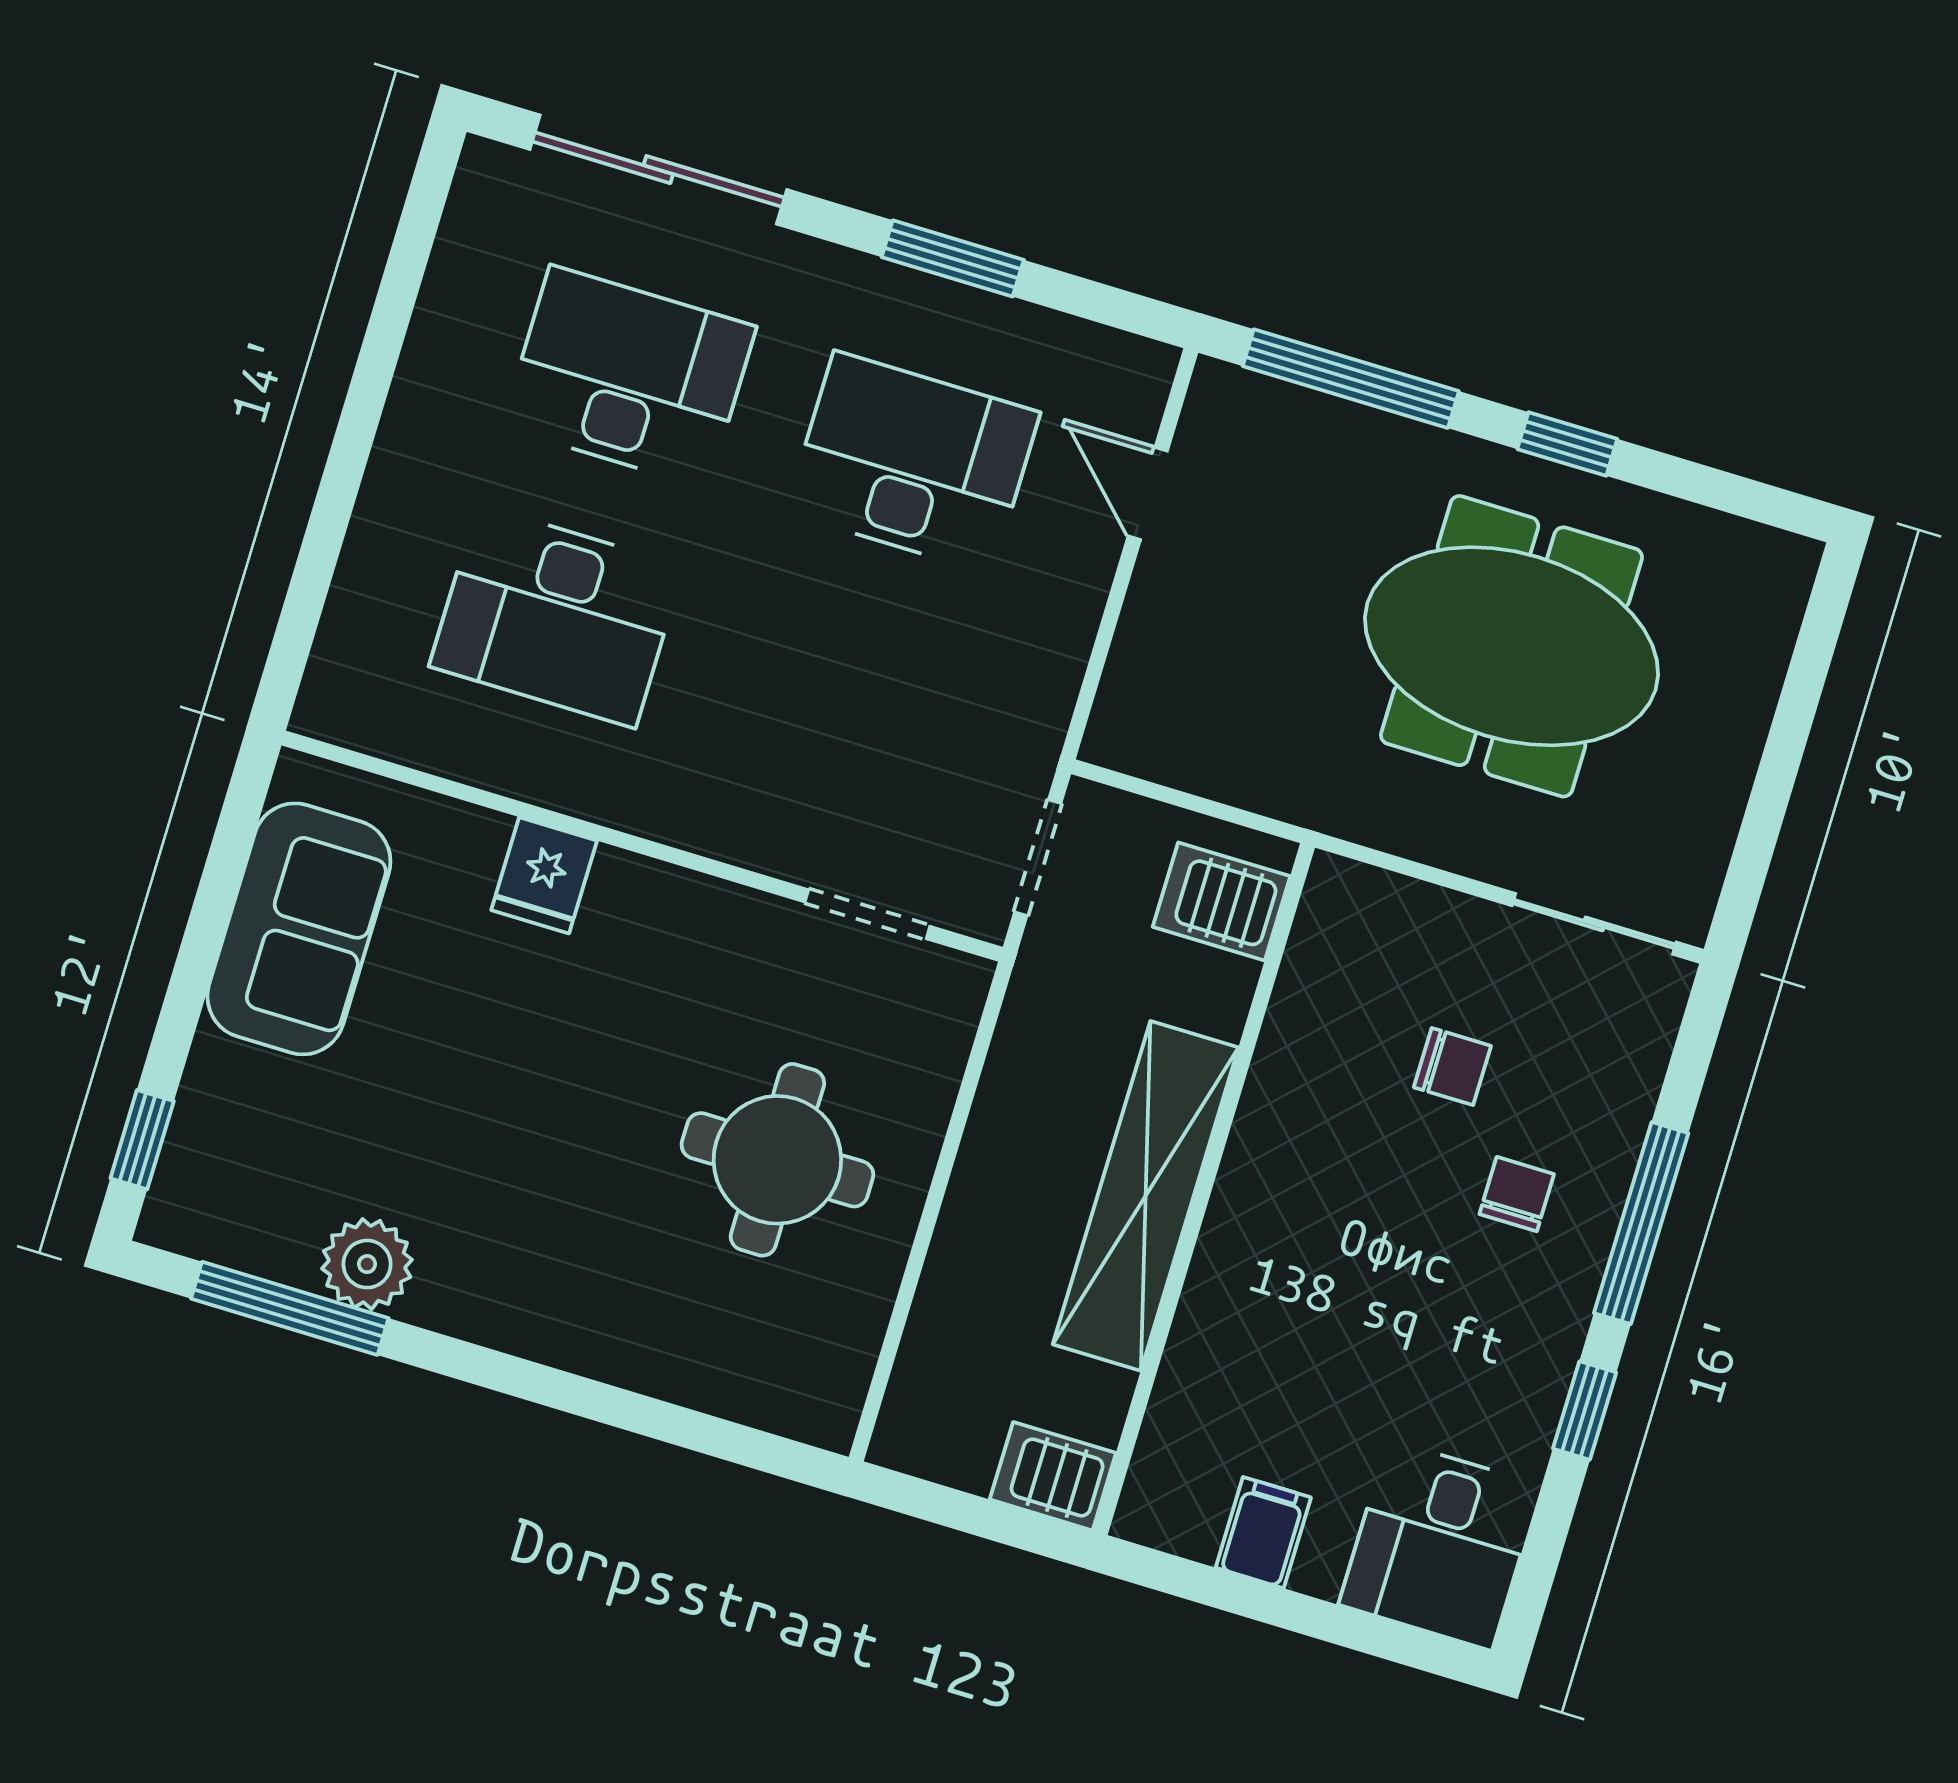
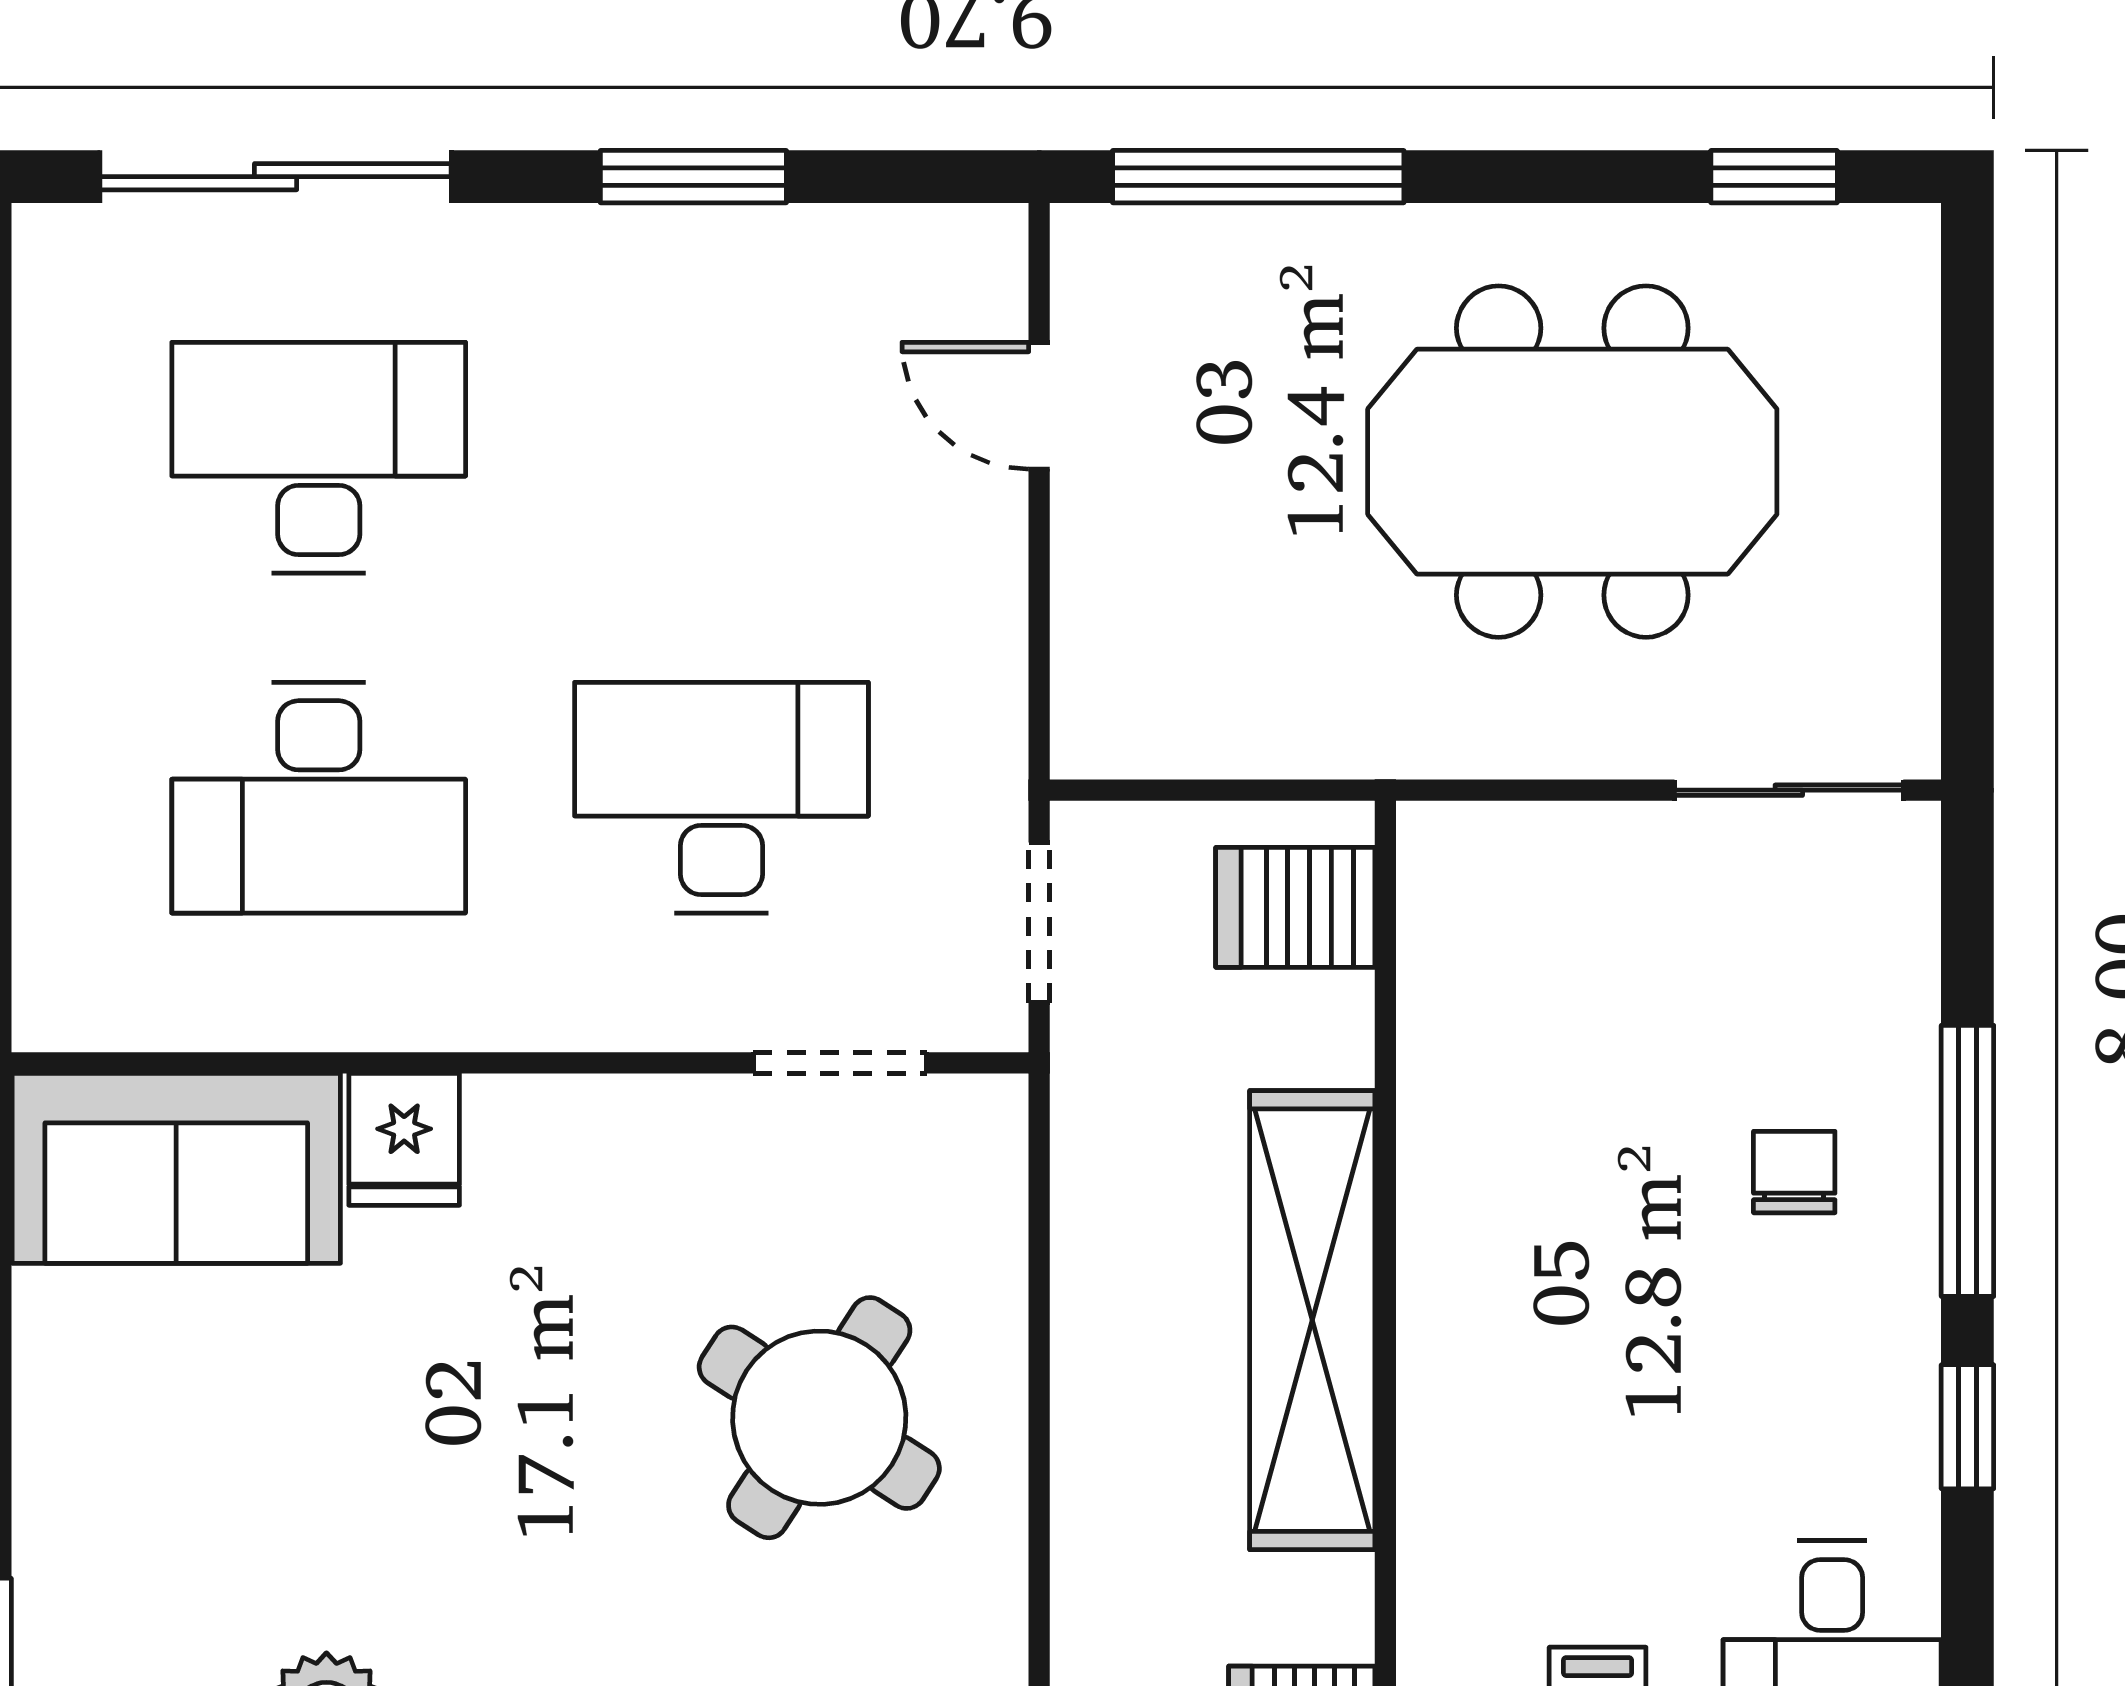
window: (1567, 444) -> (1774, 177), moved
desk: (913, 462) -> (721, 798), moved
sofa: (299, 929) -> (176, 1168), moved, turned 90
chair: (1452, 1067) -> (1660, 1031), removed
round table: (777, 1160) -> (819, 1418), turned 33

